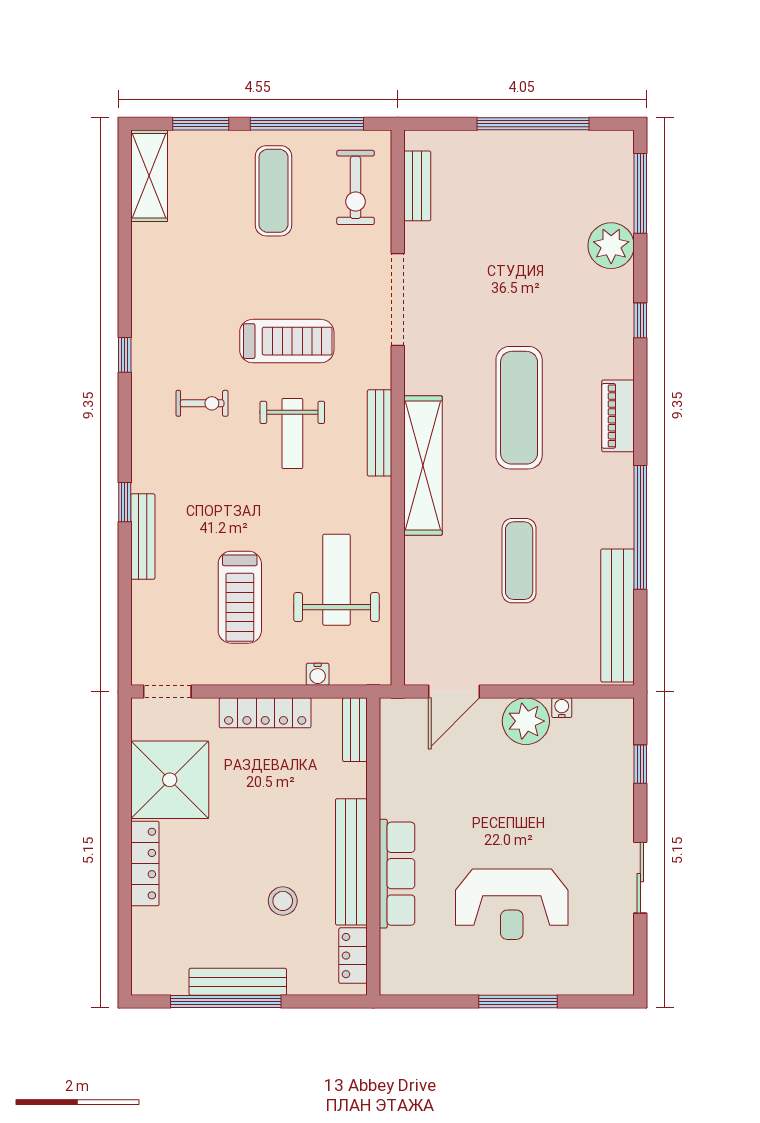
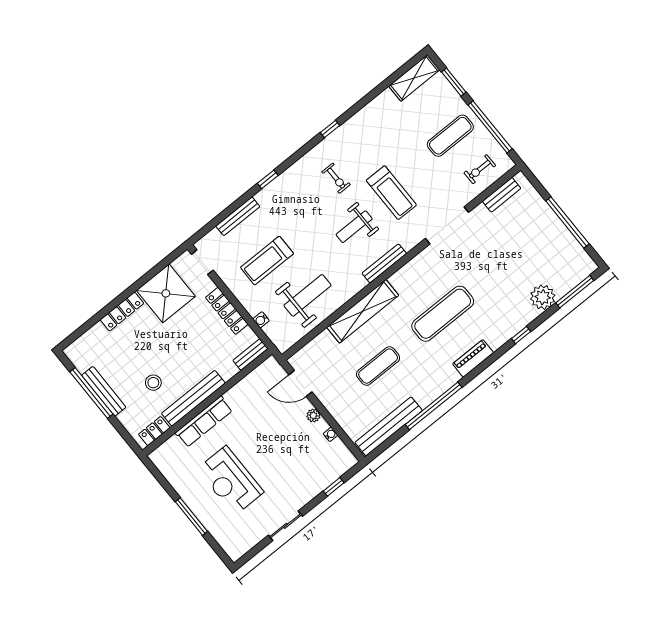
exercise bike: (356, 187) -> (480, 169), width x0.73, depth x0.72
shelving: (423, 466) -> (363, 311), moved
bench: (143, 537) -> (238, 216), moved
plant: (526, 721) -> (313, 415), width x0.53, depth x0.53

